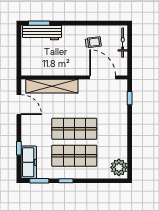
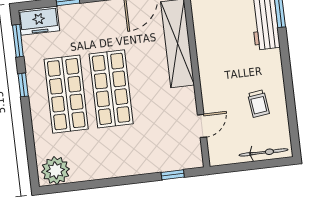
door: (103, 77) -> (202, 126), width x0.53
freezer: (29, 162) -> (39, 21), width x0.71

